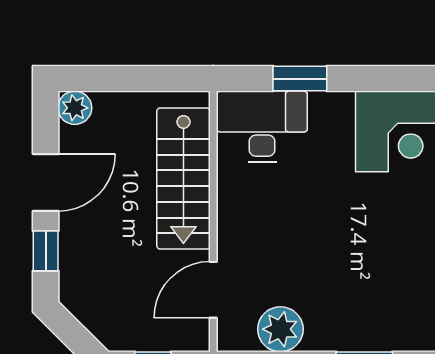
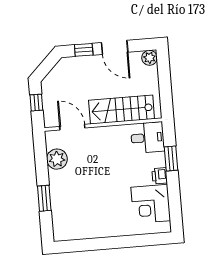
printer: (336, 107) -> (160, 176), added
desk: (262, 126) -> (148, 138), width x0.73

